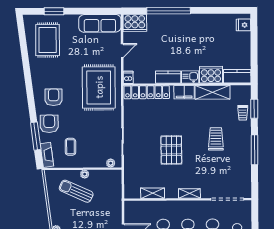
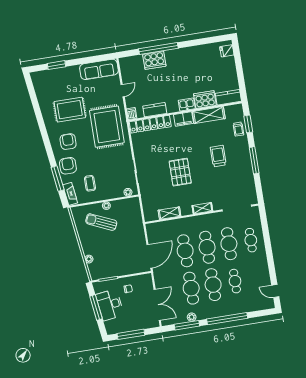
cooker: (135, 23) -> (154, 60), moved
rug: (48, 40) -> (70, 110), moved, turned 90
kitchen counter: (168, 77) -> (155, 110), moved

